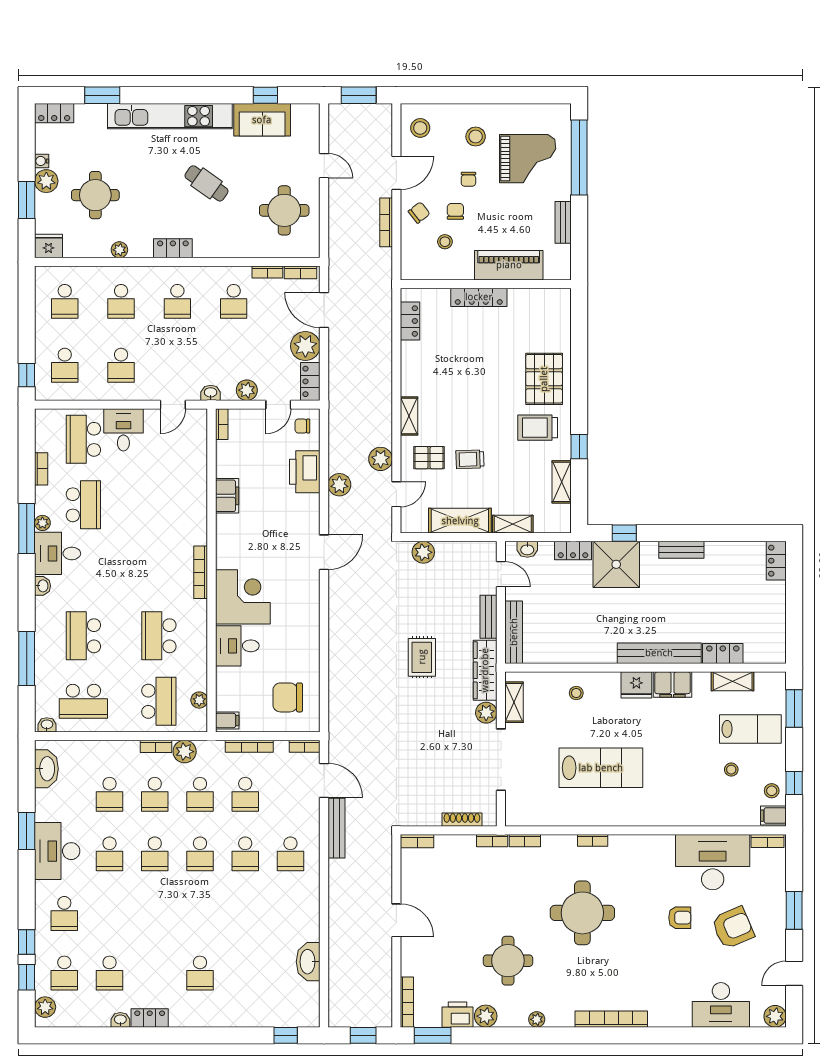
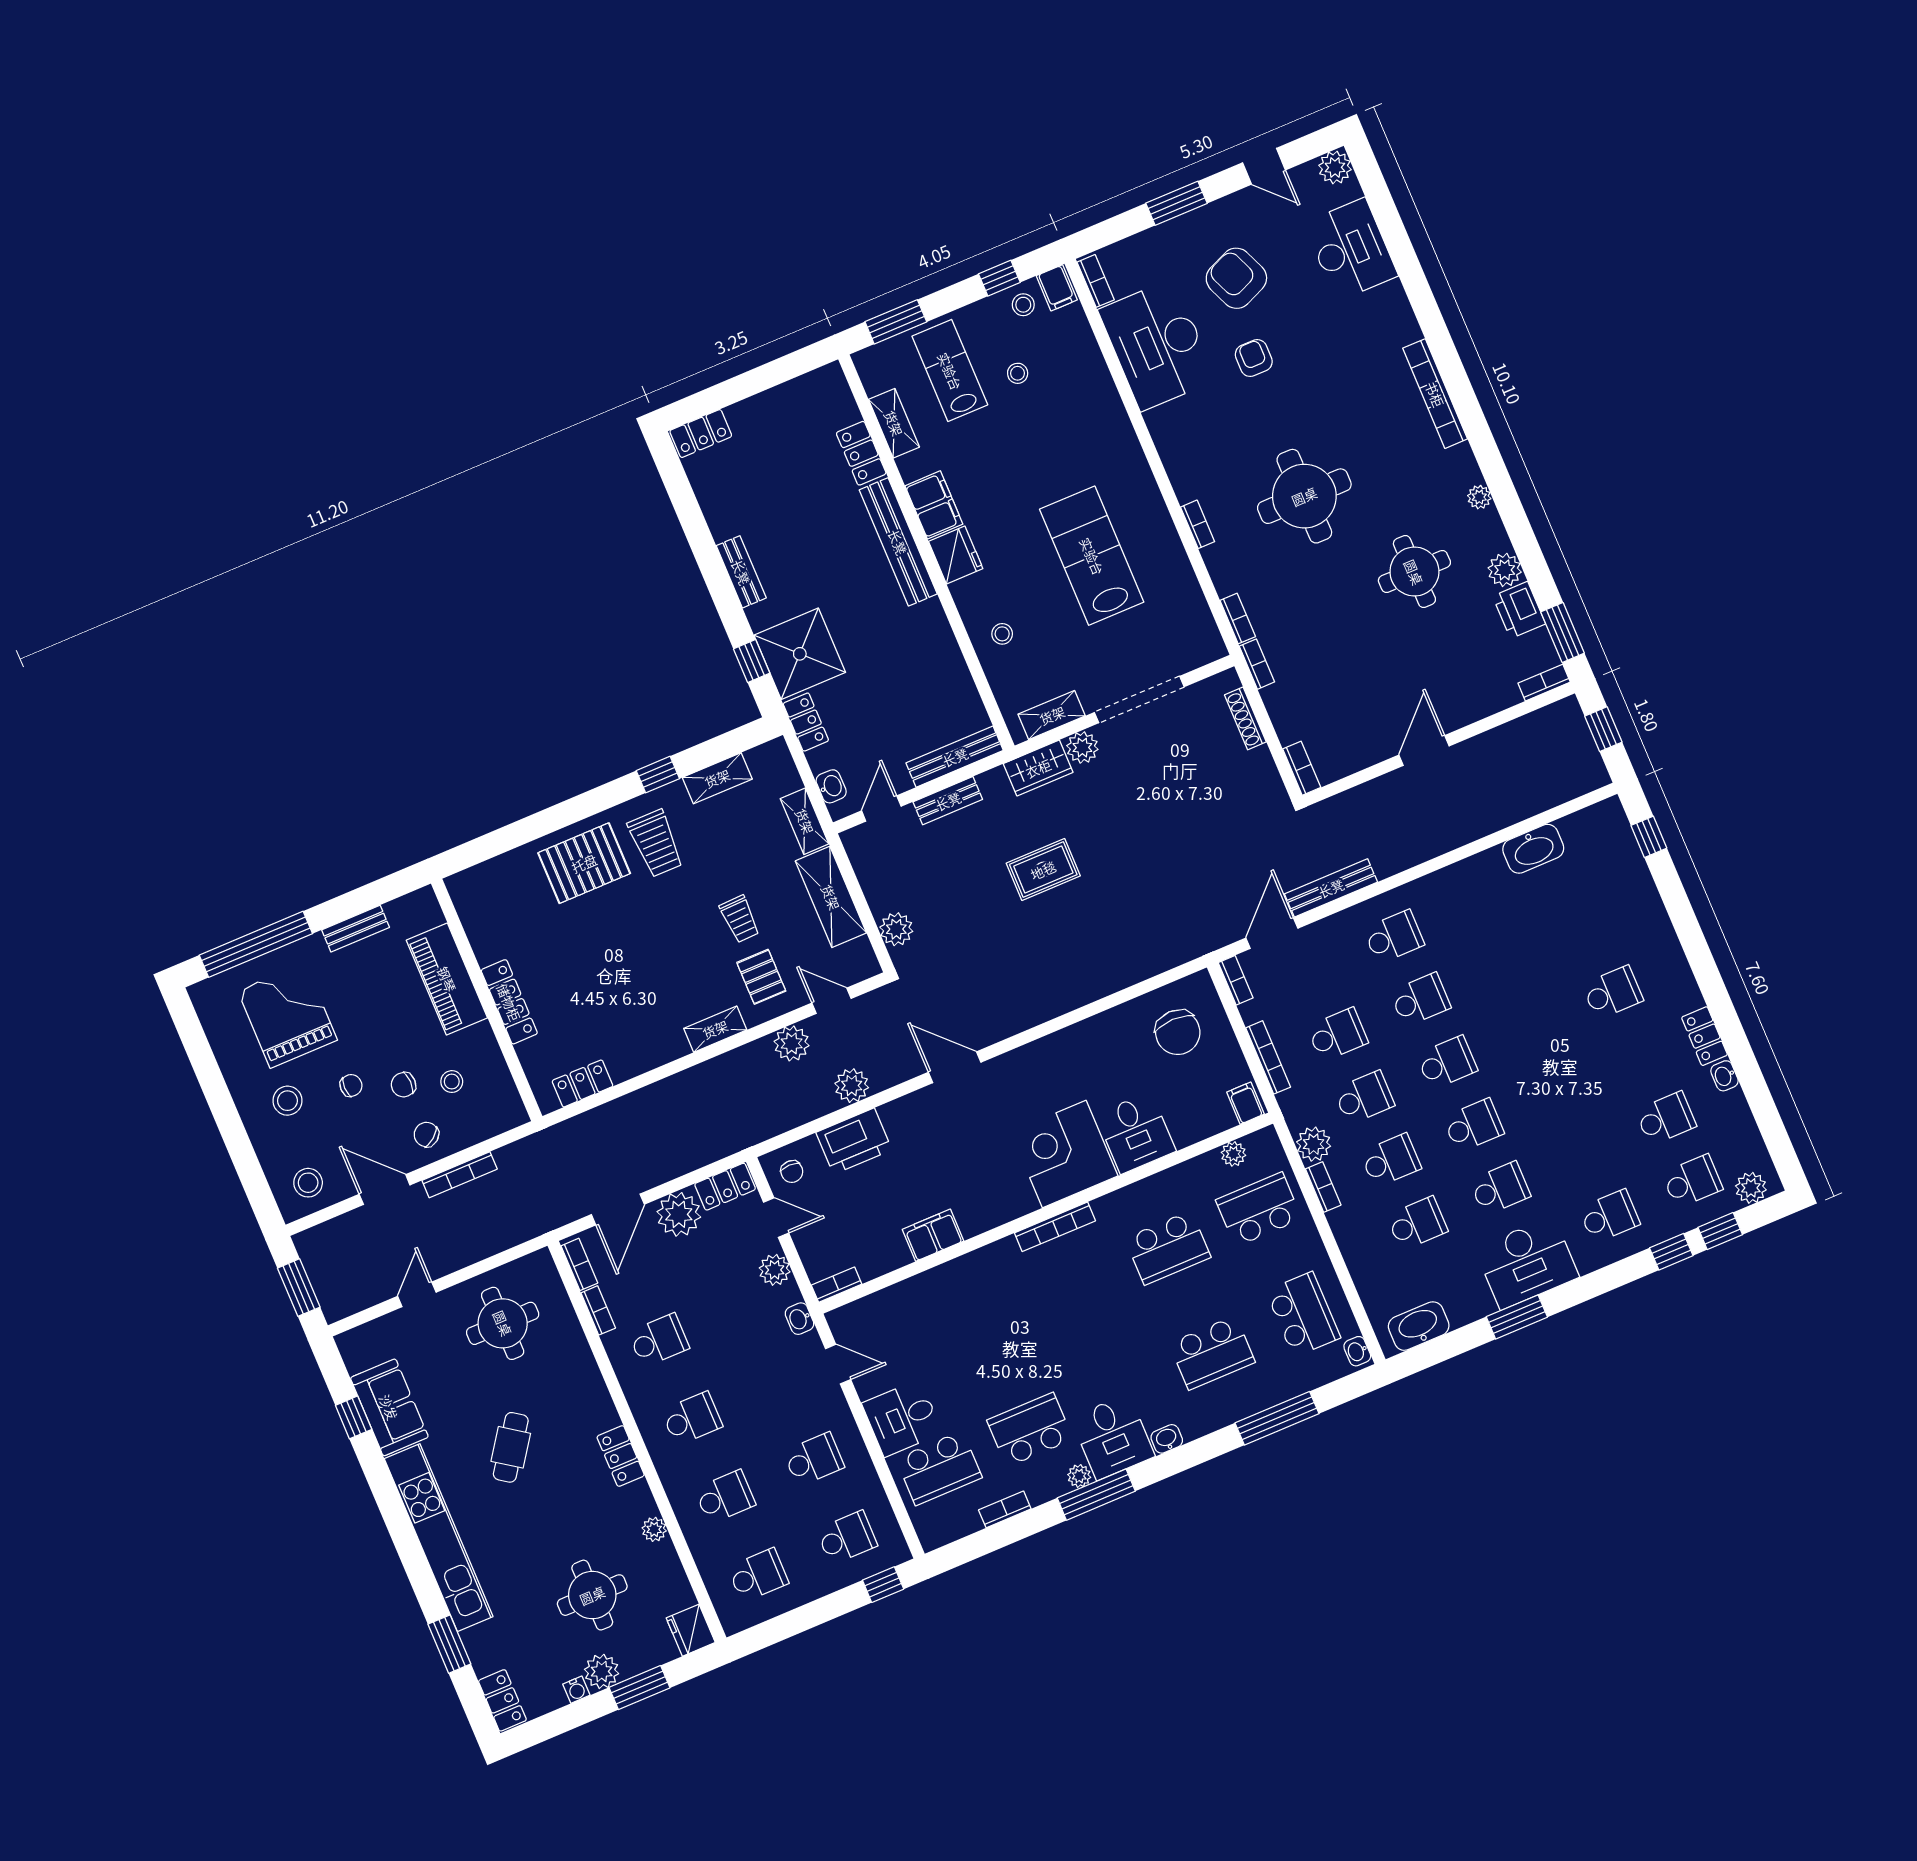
wardrobe: (485, 670) -> (1038, 768), width x0.67
bookcase: (407, 1002) -> (1544, 683), width x0.64

